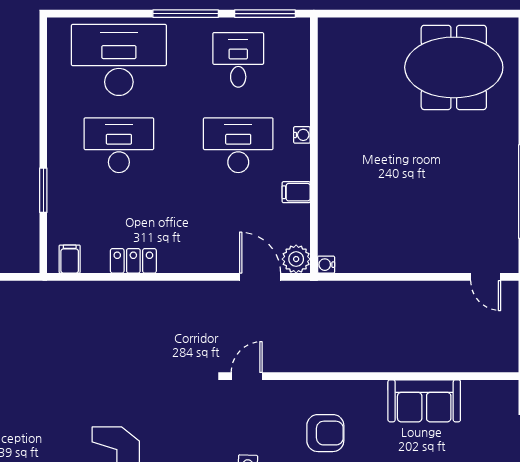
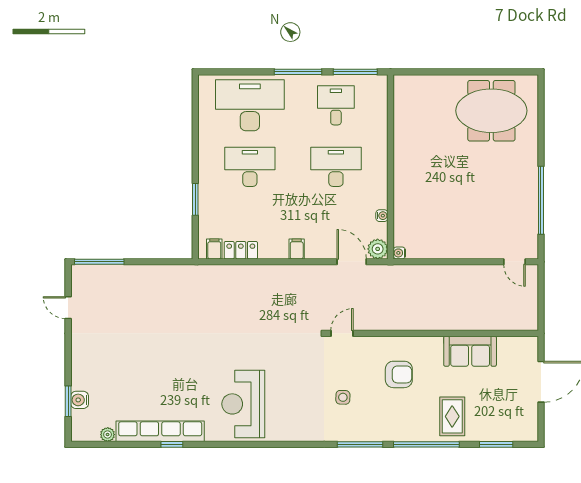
water cooler: (302, 135) -> (382, 216), moved
filing cabinet: (296, 192) -> (297, 249), moved, turned 90
locker: (133, 261) -> (241, 250), moved

